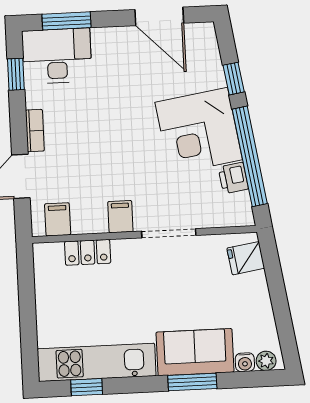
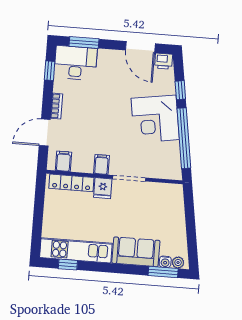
printer: (233, 178) -> (164, 61), moved, turned -81
locker: (88, 252) -> (71, 183), width x1.53
fridge: (246, 258) -> (103, 188), moved, turned -81
window: (192, 382) -> (163, 272), moved

